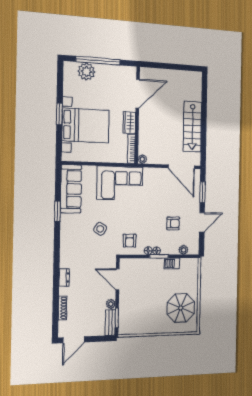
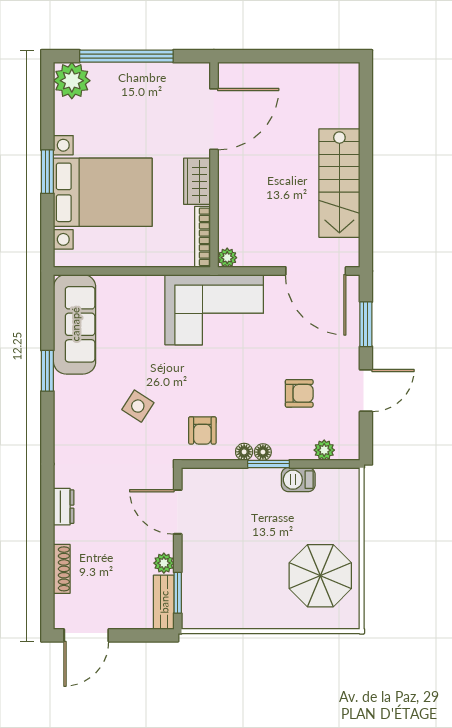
plant: (86, 72) -> (72, 81), moved
corner sofa: (120, 183) -> (214, 310), moved

